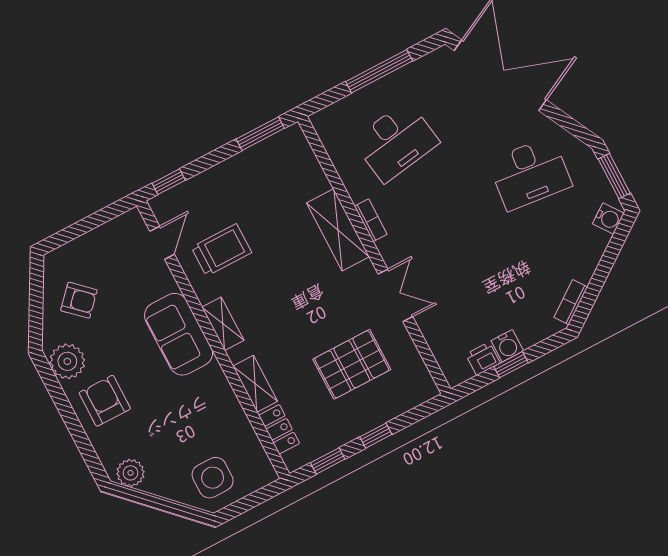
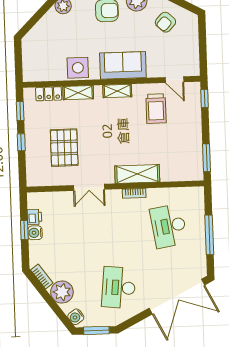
plant: (580, 259) -> (62, 292), added
side table: (213, 478) -> (78, 68), moved

